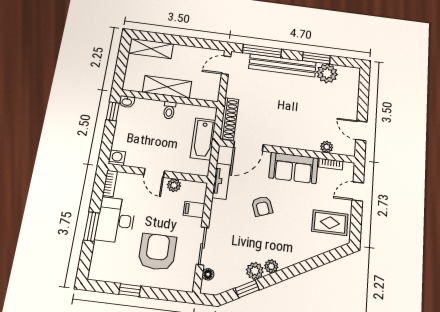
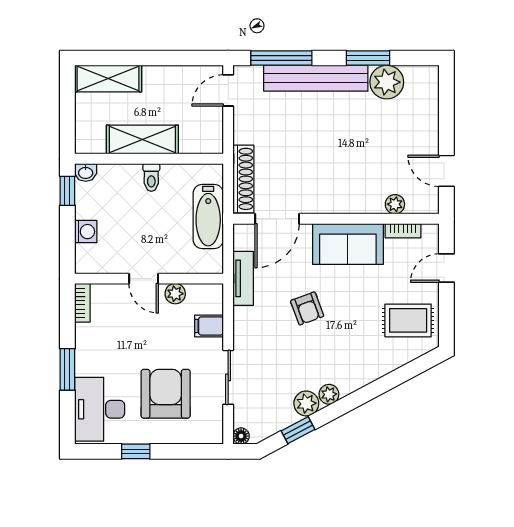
washing machine: (117, 158) -> (86, 232), moved, turned 90
desk: (116, 220) -> (100, 409), moved
floor lamp: (208, 274) -> (241, 436), moved

